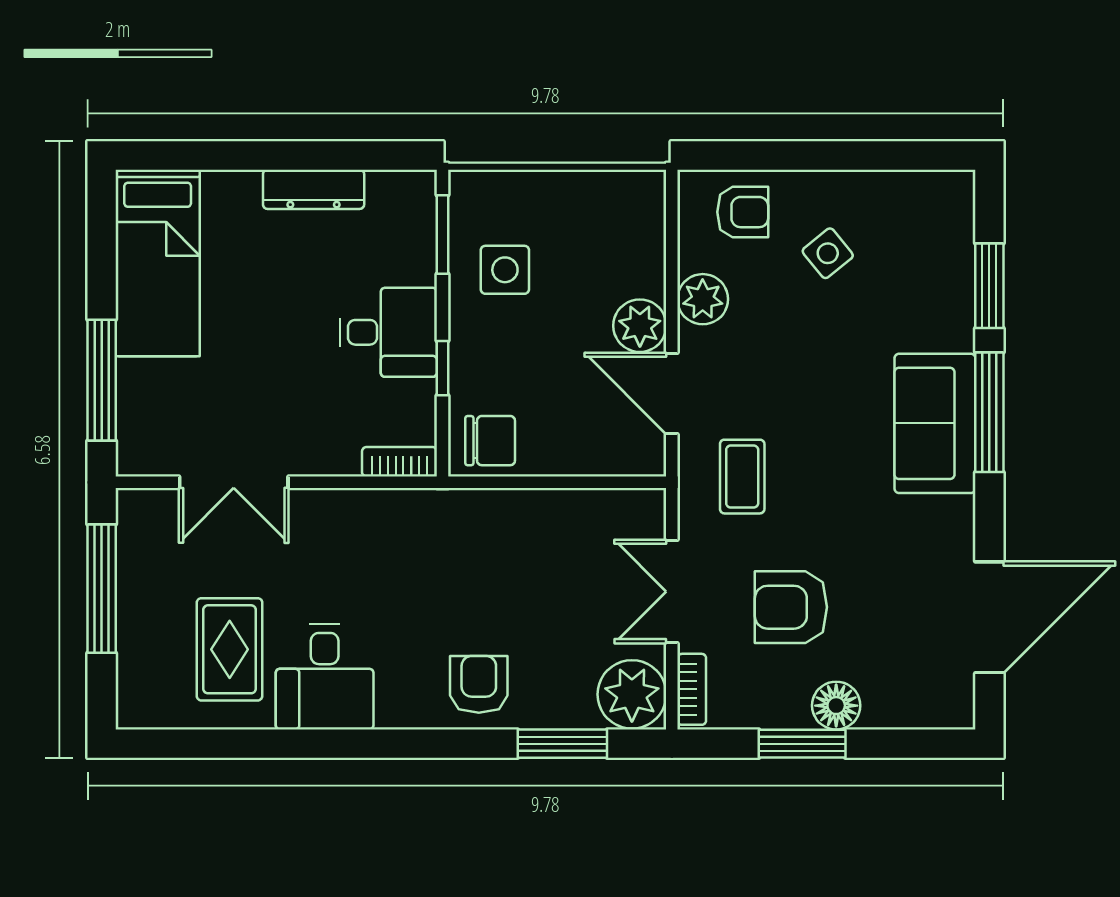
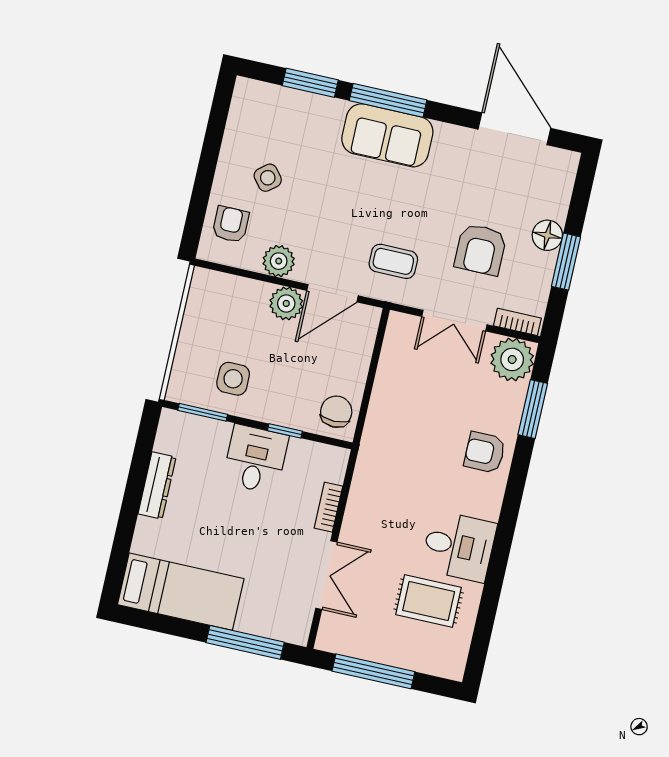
bookcase: (399, 462) -> (328, 507), moved

